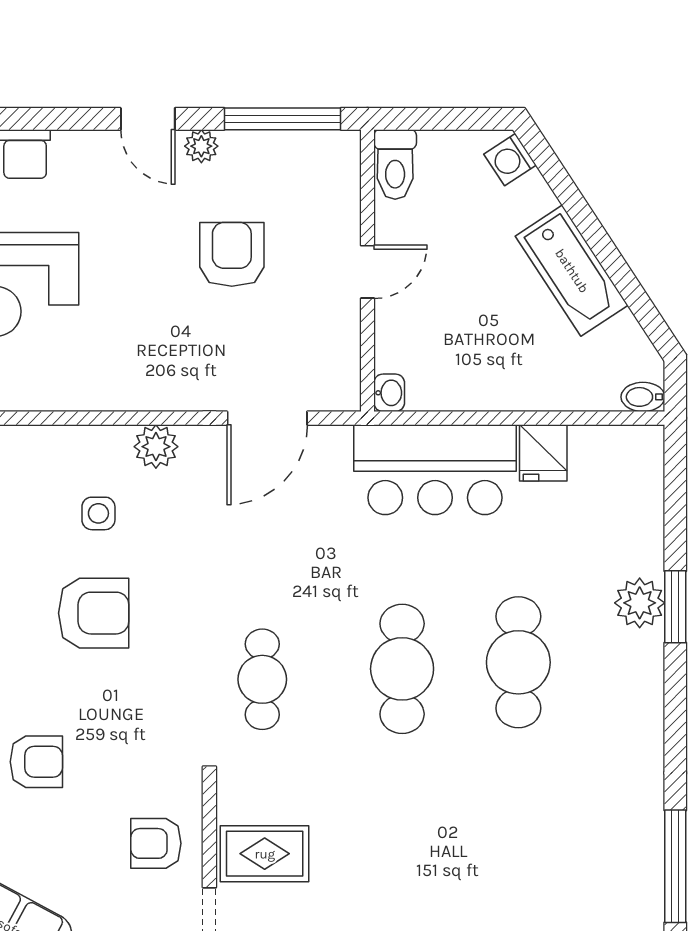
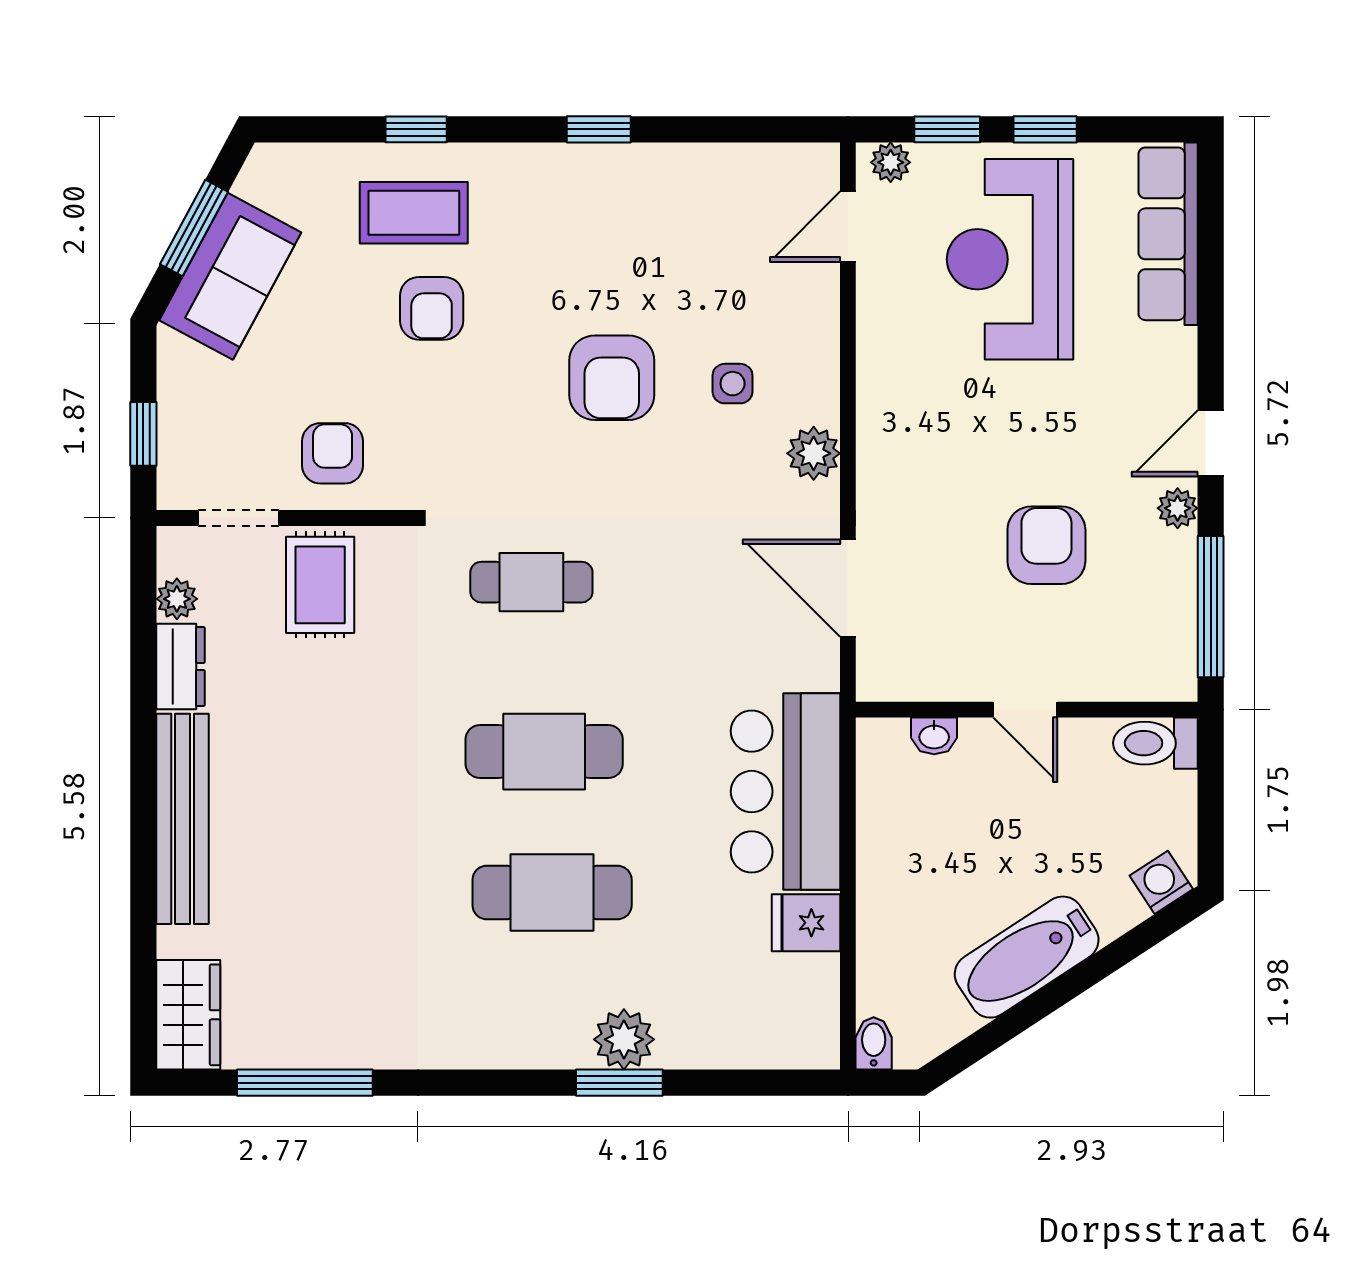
armchair: (232, 254) -> (1046, 545), turned -90
washbasin: (389, 393) -> (934, 736), moved

